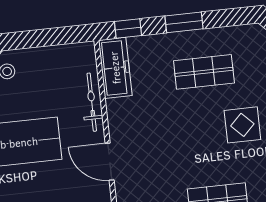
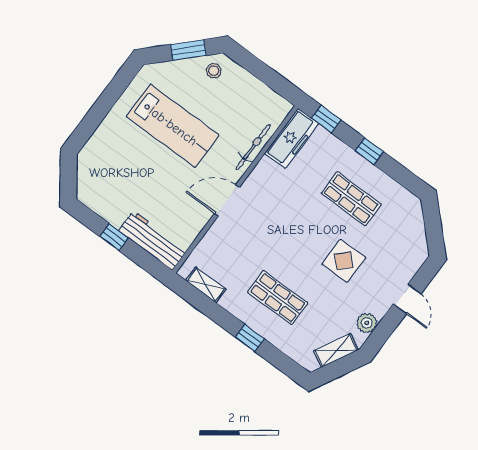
window: (184, 22) -> (369, 151), width x0.67
door: (110, 162) -> (227, 200), hinge flipped

